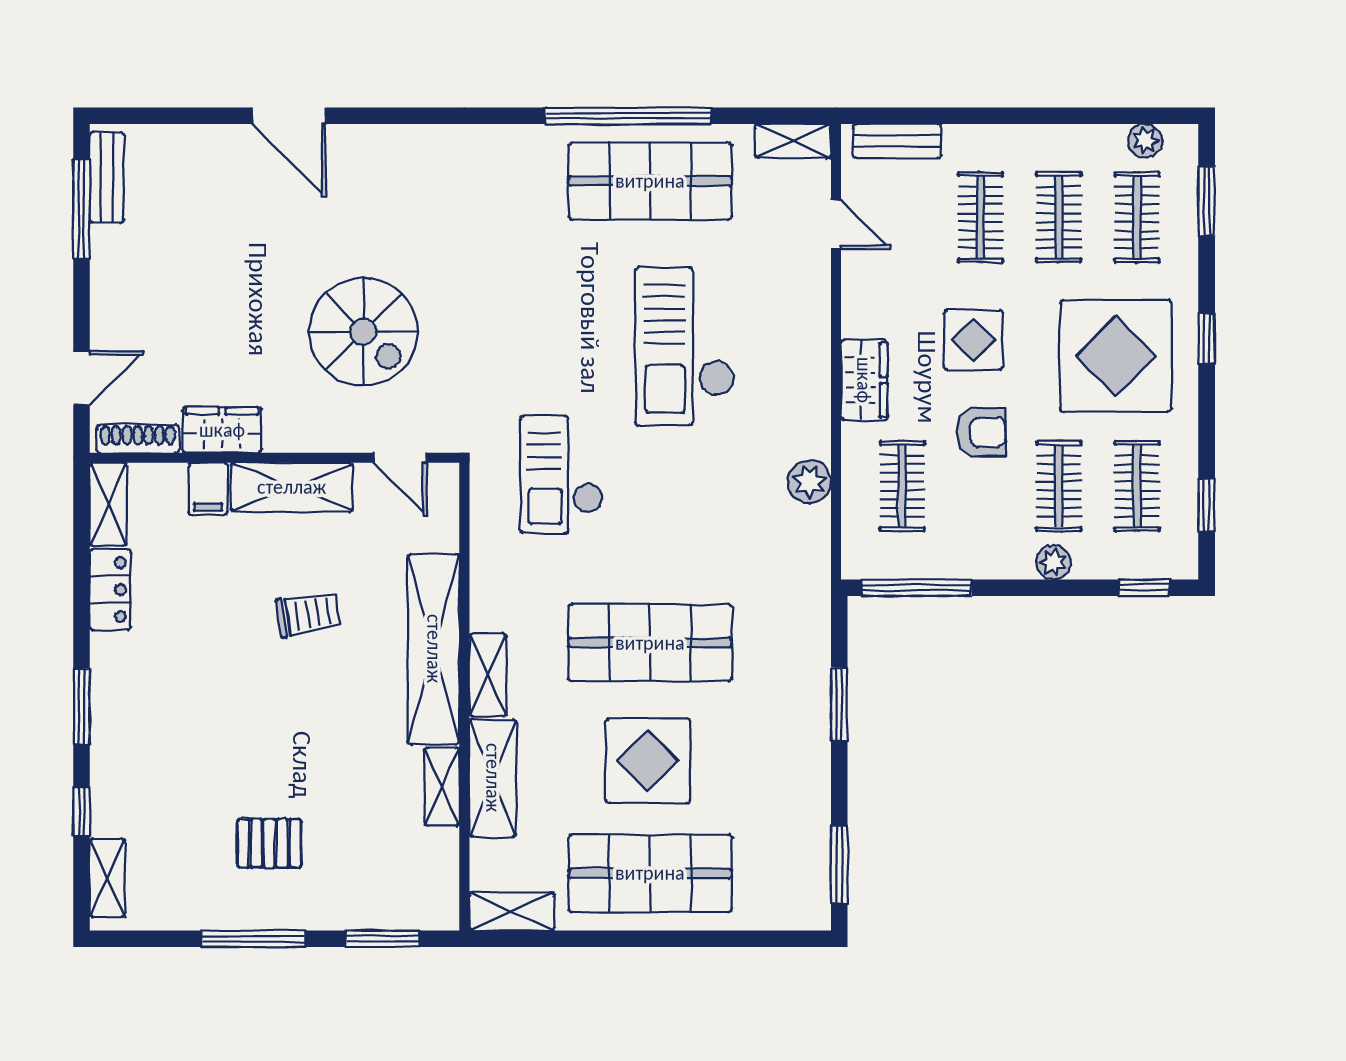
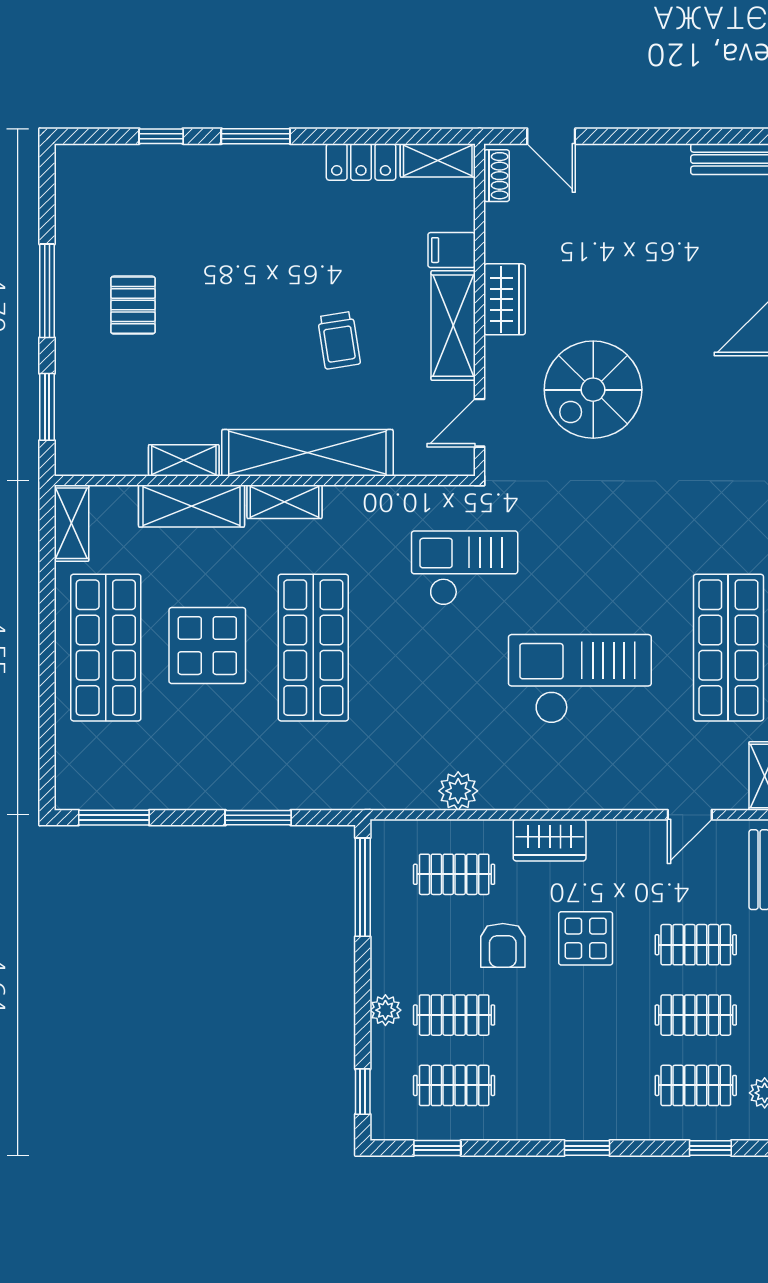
window: (1207, 201) -> (710, 1148), width x0.67
window: (81, 209) -> (704, 136), removed
display table: (1116, 356) -> (571, 1066), removed
wardrobe: (222, 430) -> (505, 299), moved
shoe rack: (138, 439) -> (497, 176), width x0.70
shelving: (107, 878) -> (102, 159), removed

